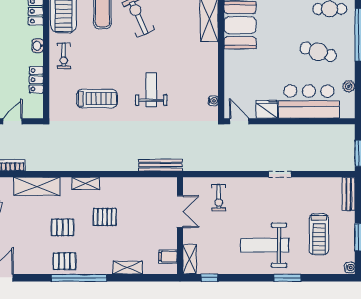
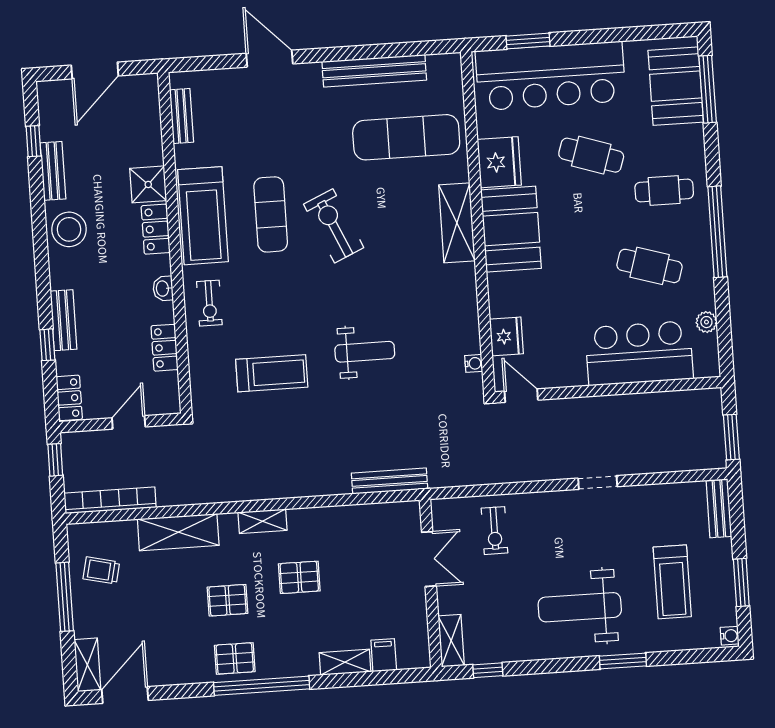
weight bench: (151, 90) -> (365, 352), turned 90
fridge: (267, 109) -> (506, 336), moved, turned 90
filing cabinet: (168, 257) -> (384, 655), moved, turned 90

